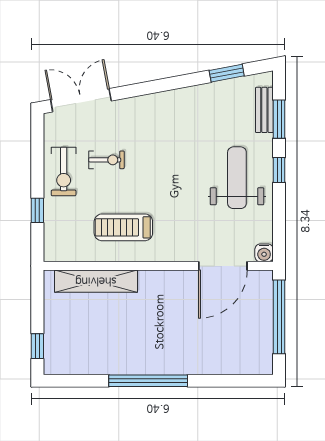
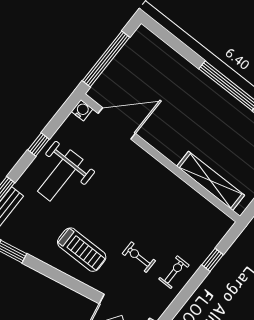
window: (279, 170) -> (39, 145), moved
exercise bike: (64, 171) -> (174, 272), width x0.73, depth x0.72
treadmill: (123, 227) -> (82, 250), moved

